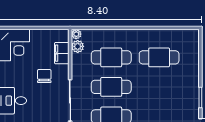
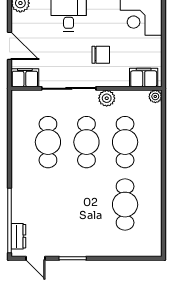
plant: (78, 46) -> (107, 98), moved
filing cabinet: (62, 53) -> (144, 77), moved

